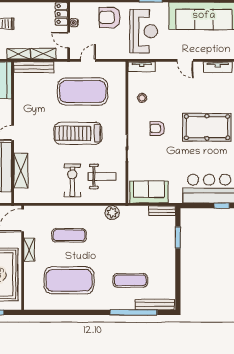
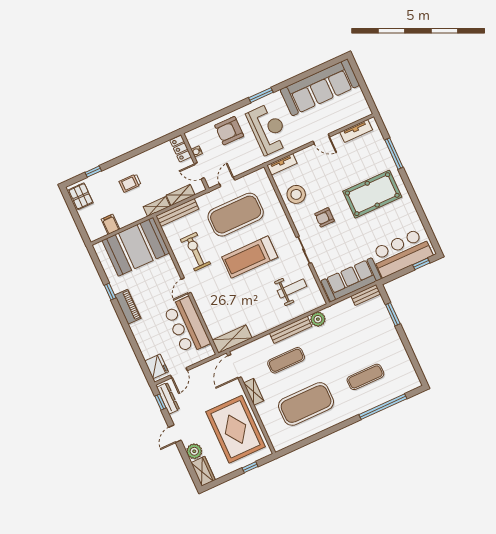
stool: (142, 98) -> (296, 194), width x1.89, depth x1.89
shelving: (21, 171) -> (232, 339), moved, turned 90
exercise bike: (72, 180) -> (195, 252), moved
sofa: (149, 192) -> (351, 280), width x1.36
bench: (155, 305) -> (291, 330), moved

